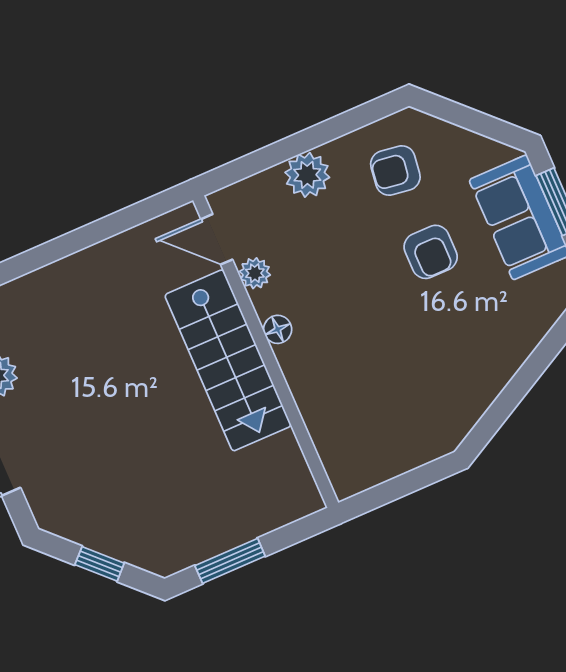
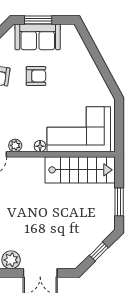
stairs: (228, 360) -> (80, 170), moved
corner sofa: (353, 399) -> (79, 129), added

